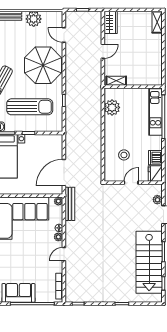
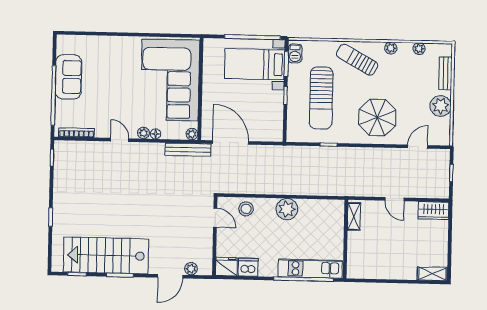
parasol: (43, 65) -> (377, 117), width x0.73, depth x0.73
plant: (112, 107) -> (287, 209), moved
stool: (124, 155) -> (246, 209), moved
door: (131, 183) -> (215, 218), moved

